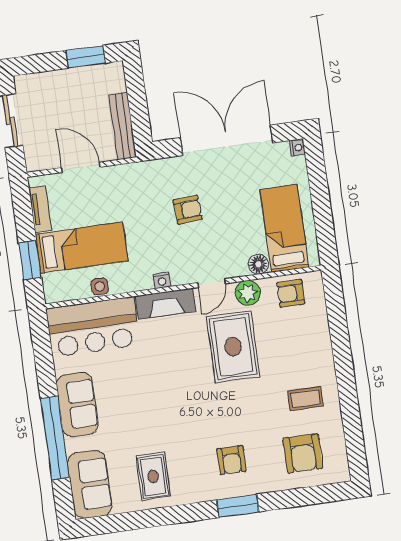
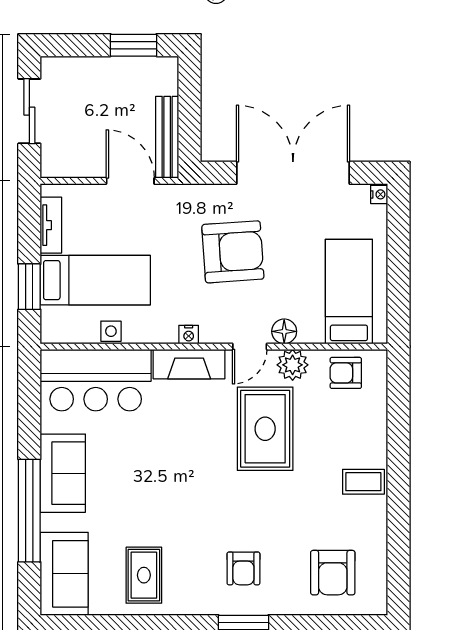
door: (81, 167) -> (130, 181), moved
armchair: (188, 210) -> (233, 252), width x1.88, depth x1.88
floor lamp: (258, 264) -> (284, 331), moved
coffee table: (305, 399) -> (363, 482), moved

